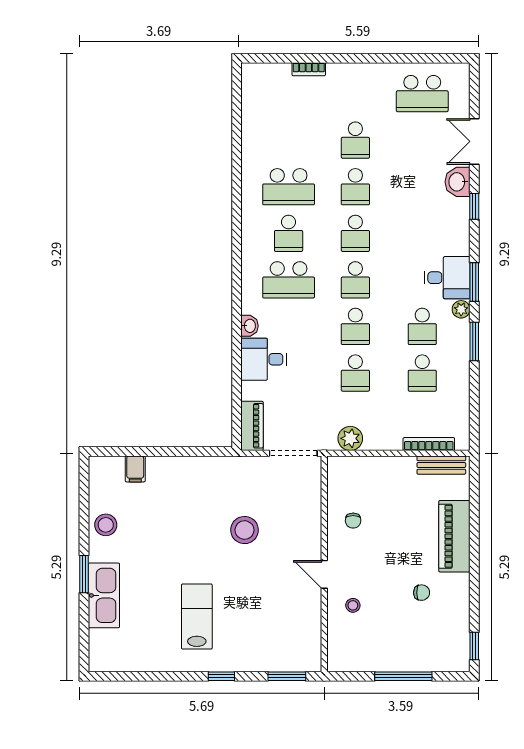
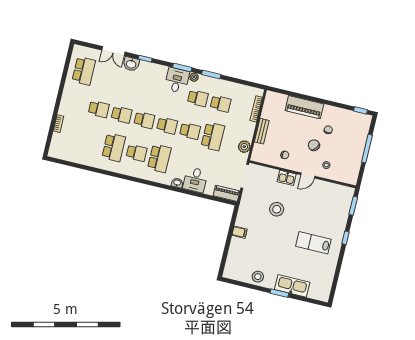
school desk: (355, 373) -> (213, 136), width x1.85
bench: (441, 465) -> (262, 131), moved
filing cabinet: (135, 469) -> (239, 232), moved
kitchen sink: (310, 535) -> (287, 178), added
chair: (385, 572) -> (314, 145), added

